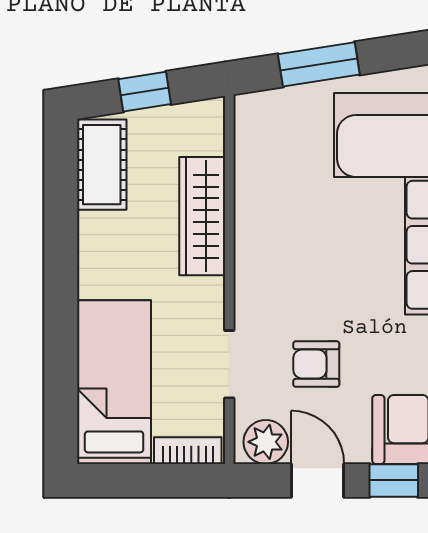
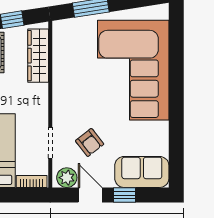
wardrobe: (202, 216) -> (38, 56), moved
armchair: (316, 364) -> (90, 142), turned -128

